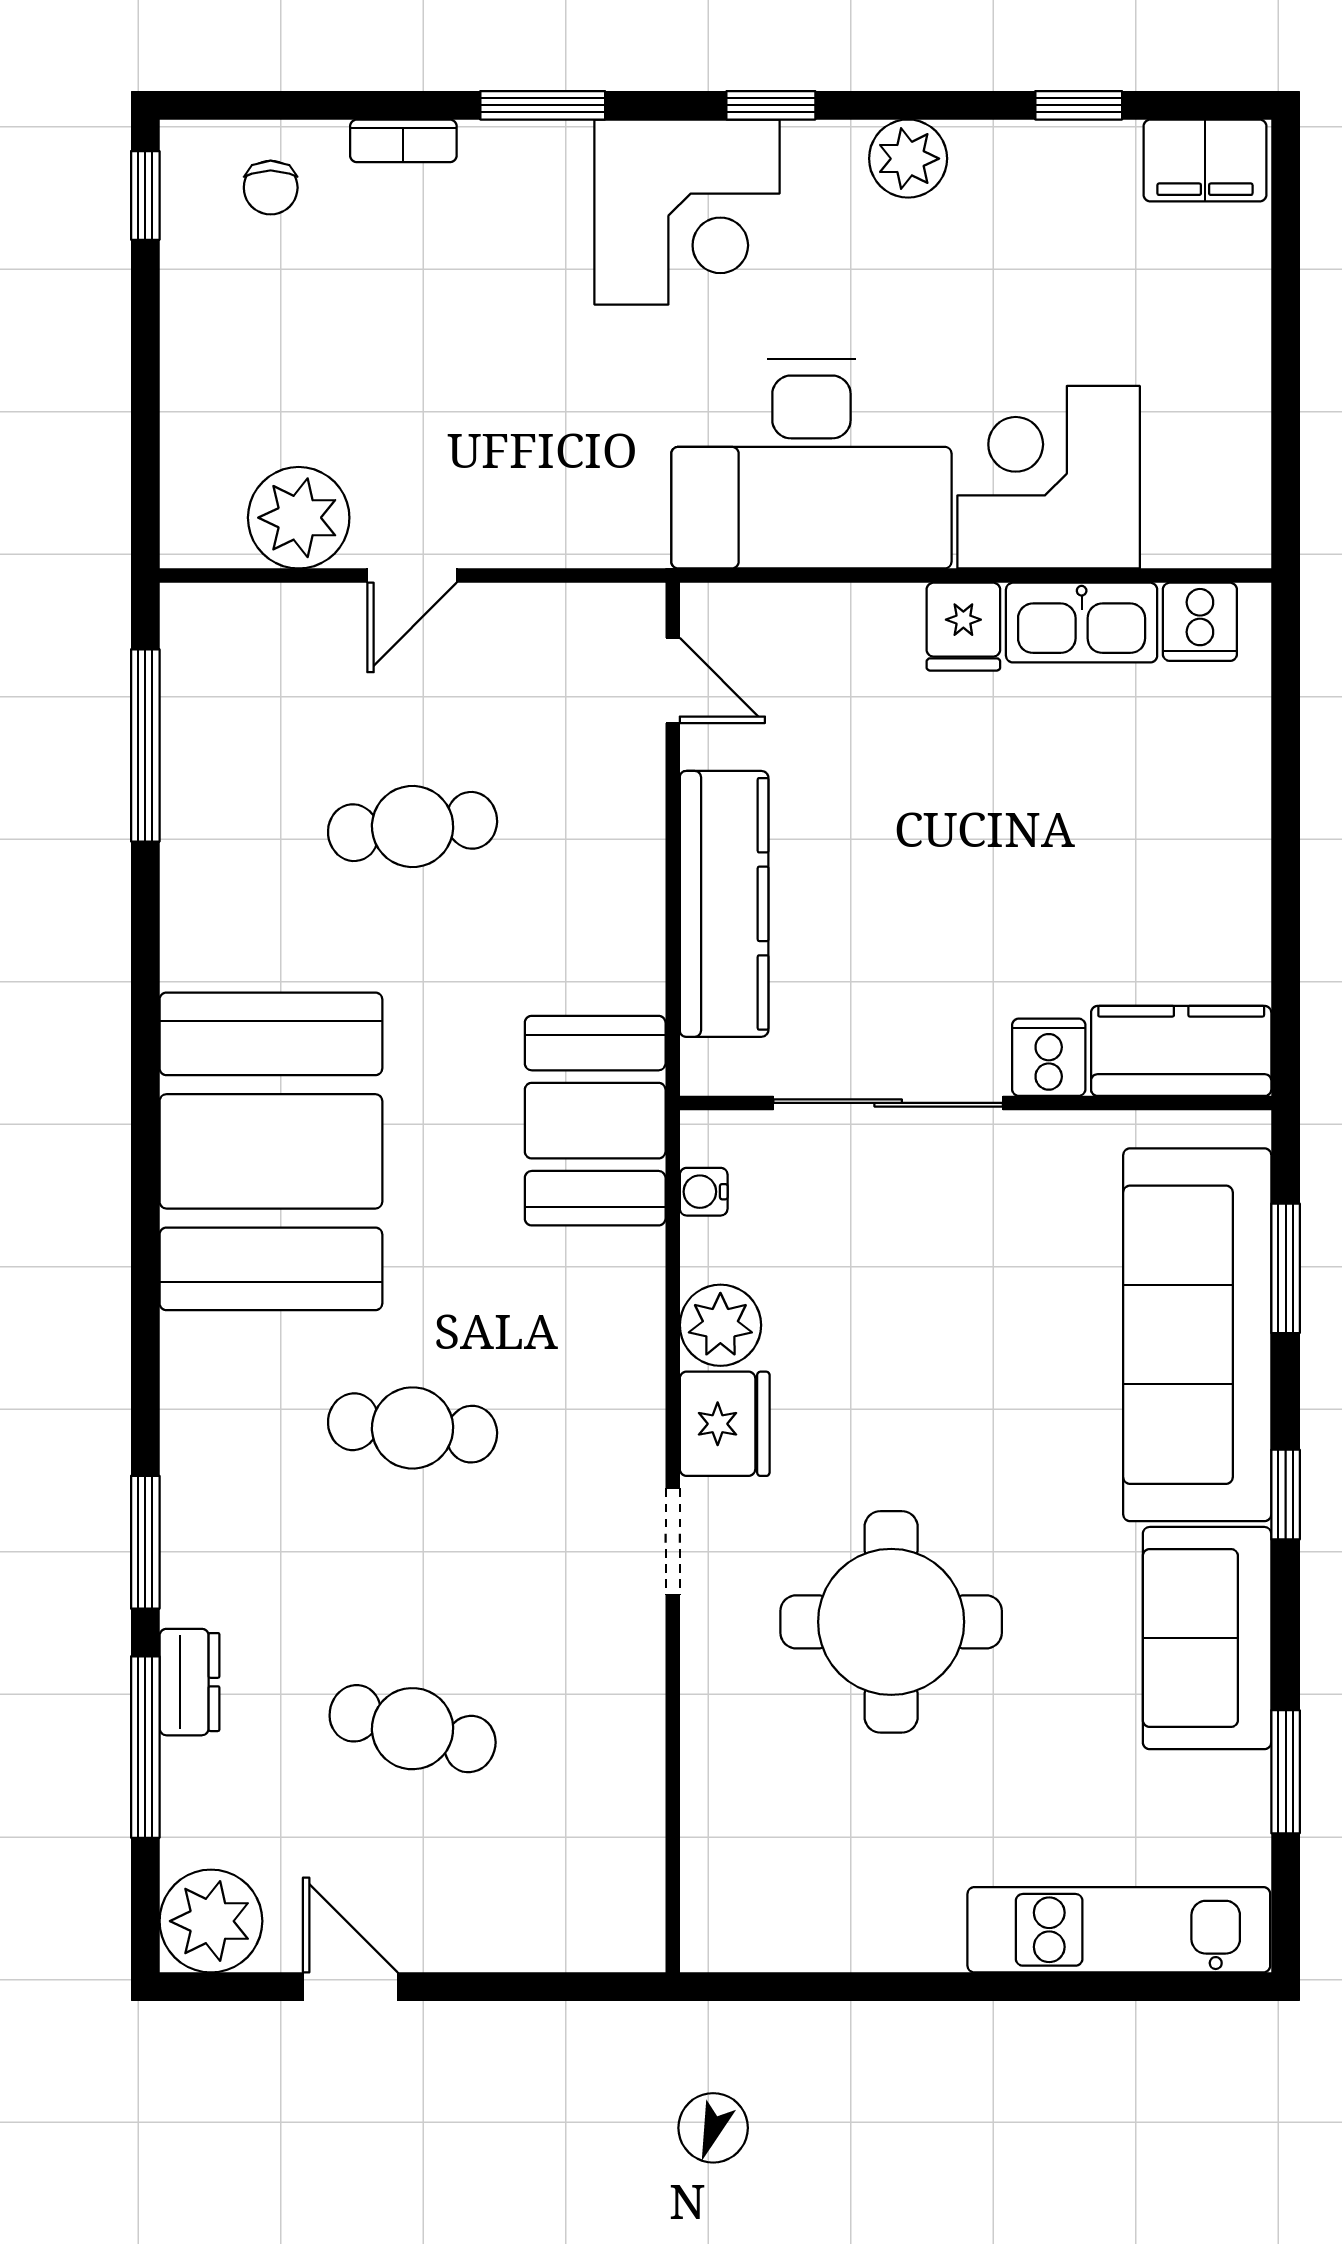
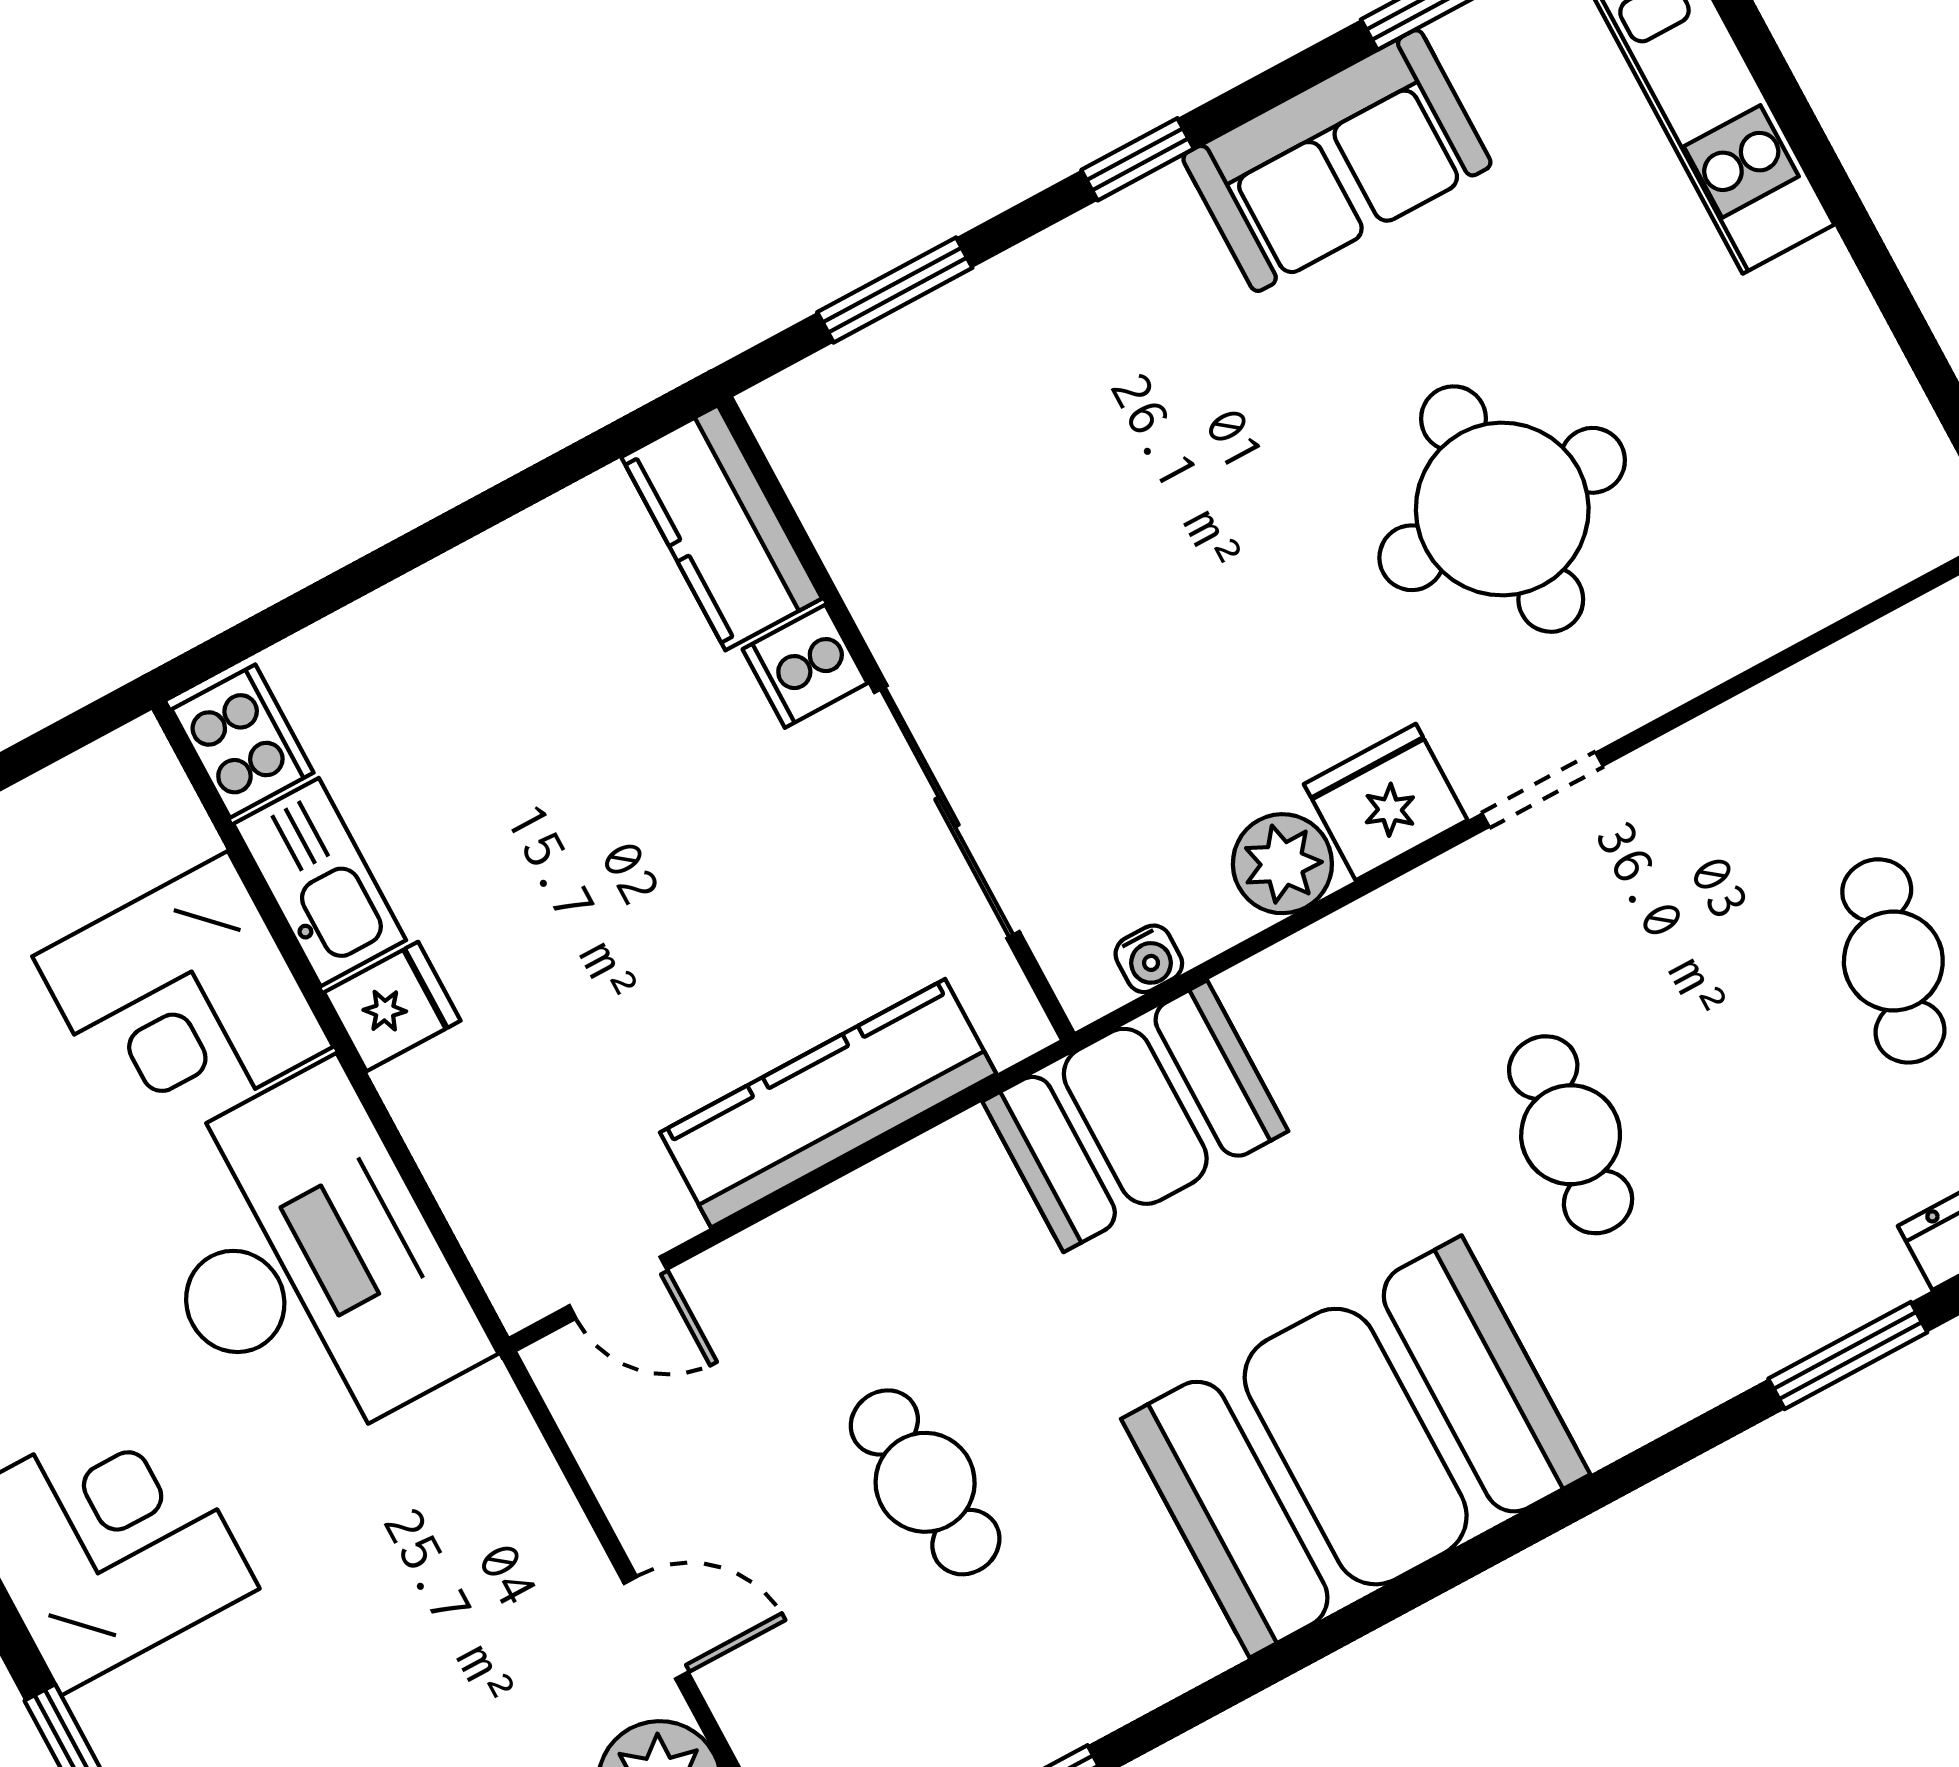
cooker: (1200, 622) -> (243, 741), width x1.36
door: (673, 680) -> (618, 1288), swing flipped
sofa: (1197, 1335) -> (1017, 346), removed

